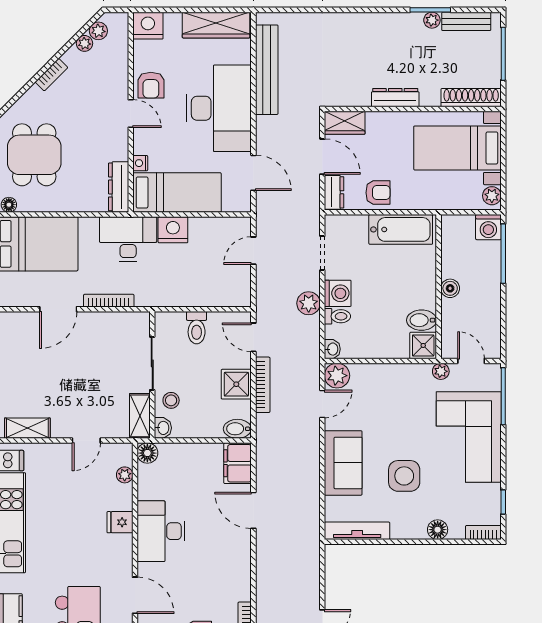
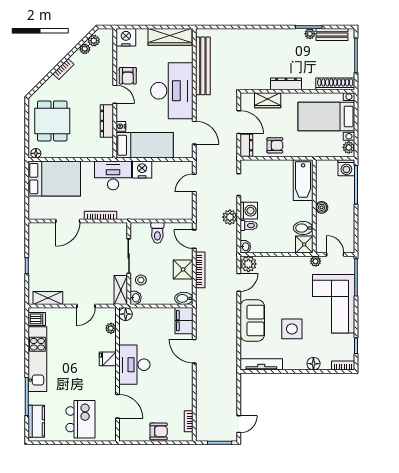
wardrobe: (345, 123) -> (268, 100), moved
dresser: (119, 187) -> (107, 121), moved
bathtub: (401, 229) -> (303, 180), moved, turned 90

